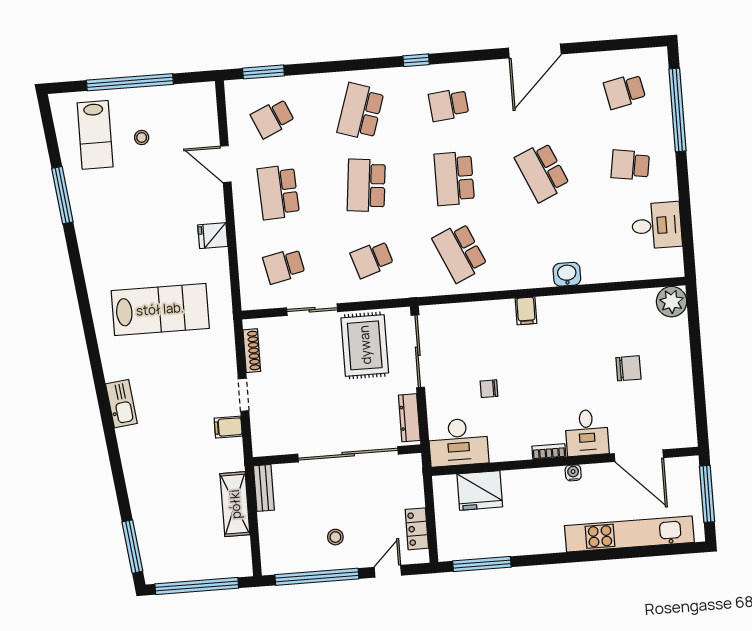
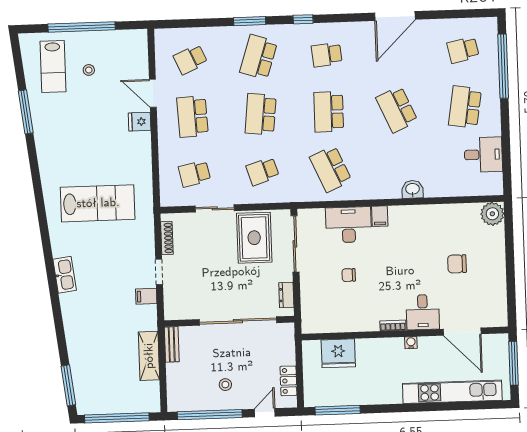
window: (263, 72) -> (250, 21), moved
school desk: (630, 165) -> (465, 107), width x1.85
fridge: (213, 236) -> (140, 122), moved
chair: (628, 368) -> (457, 264), turned 180
dresser: (409, 418) -> (286, 295), width x0.70
desk: (458, 442) -> (349, 225), moved, turned 180

